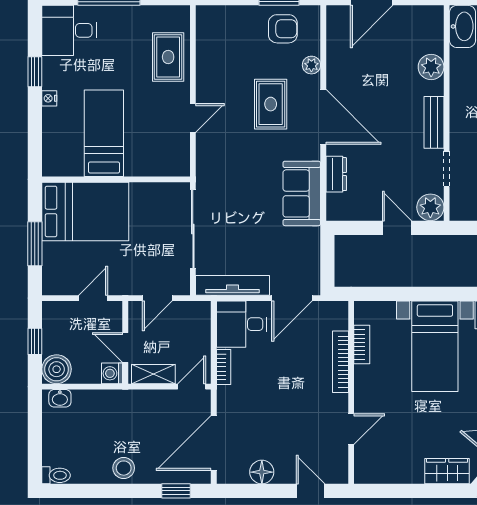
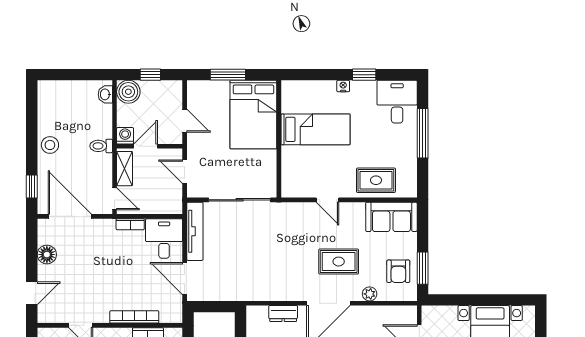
sofa: (302, 193) -> (391, 217), moved, turned 180
toilet: (56, 475) -> (101, 146), moved, turned 90

